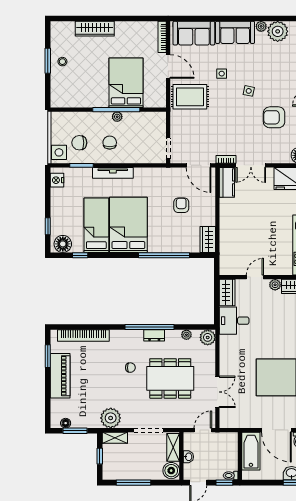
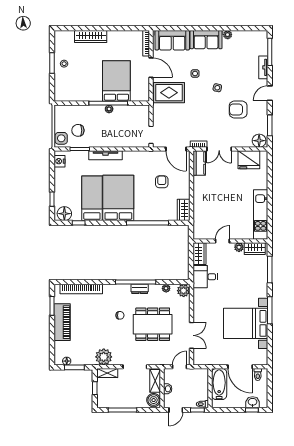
plant: (278, 31) -> (241, 39), removed
chair: (110, 143) -> (103, 130), removed

